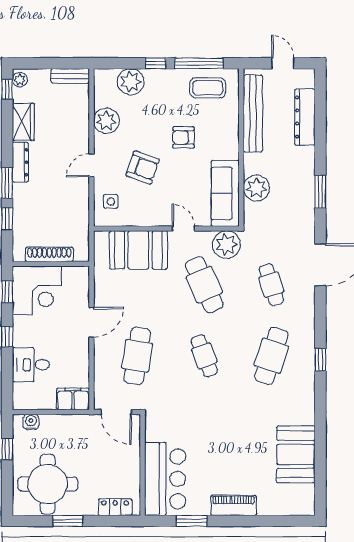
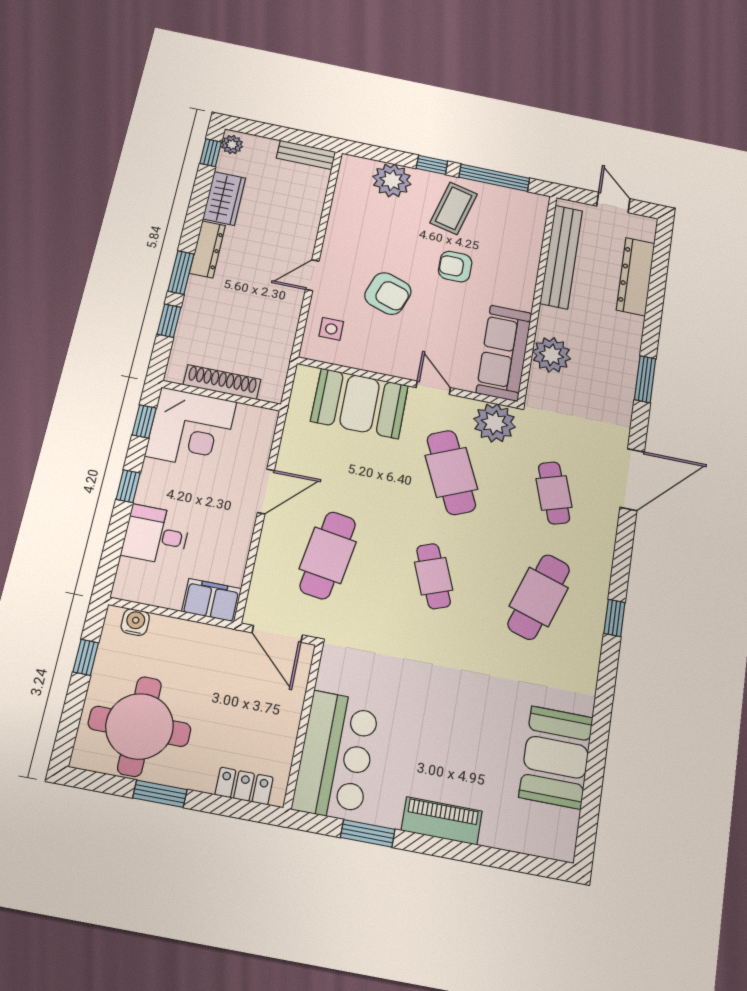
coffee table: (208, 88) -> (454, 208), moved, turned -76
plant: (106, 121) -> (346, 222), removed

